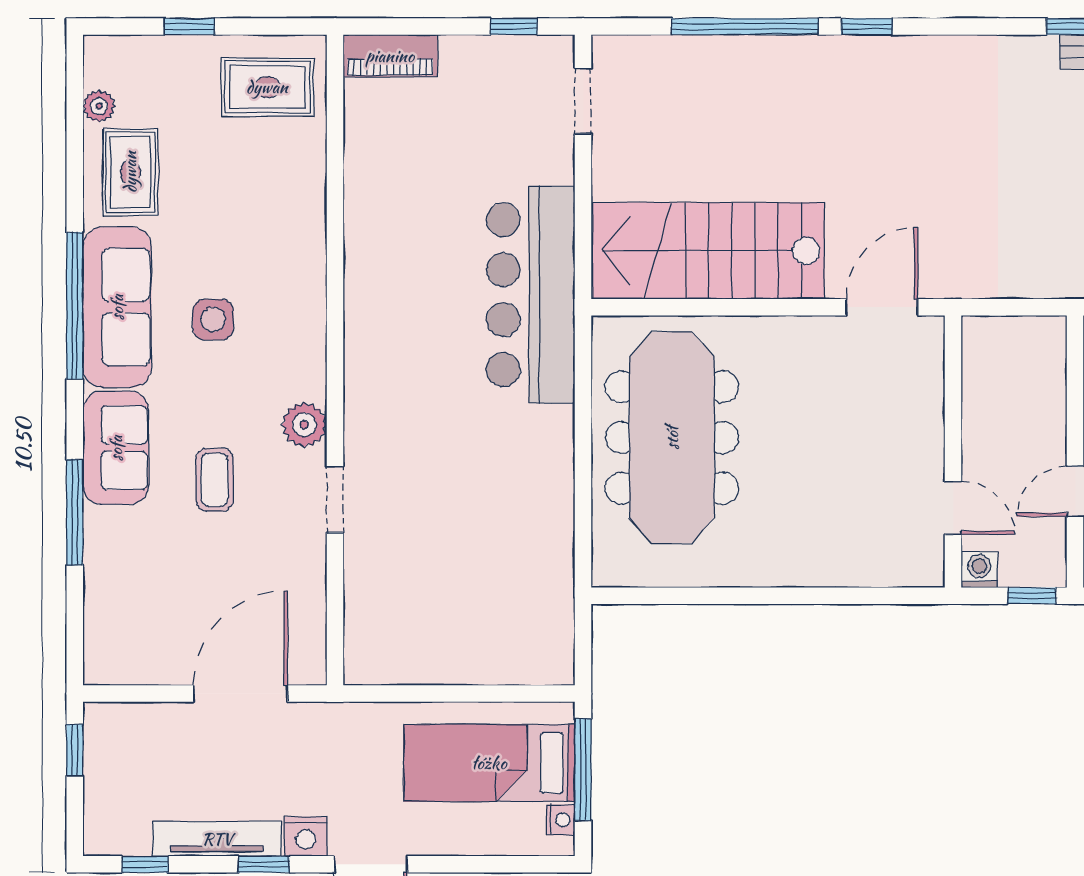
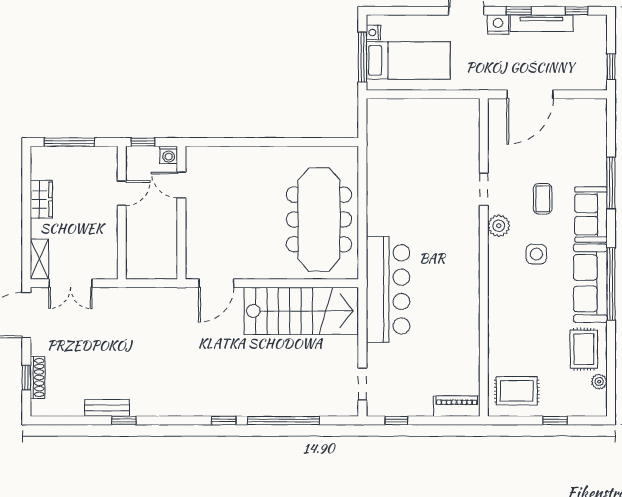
side table: (213, 320) -> (536, 254), moved

